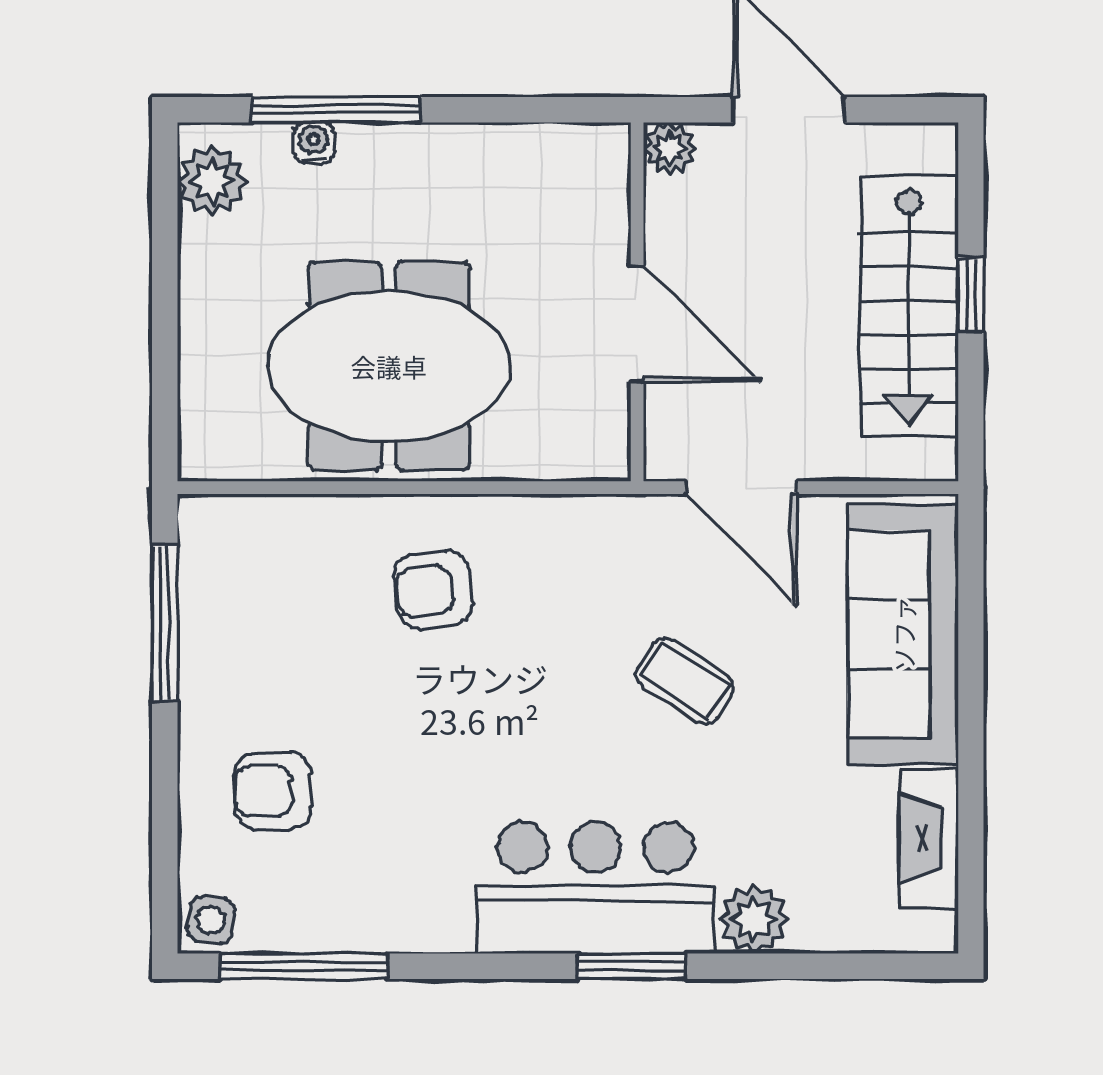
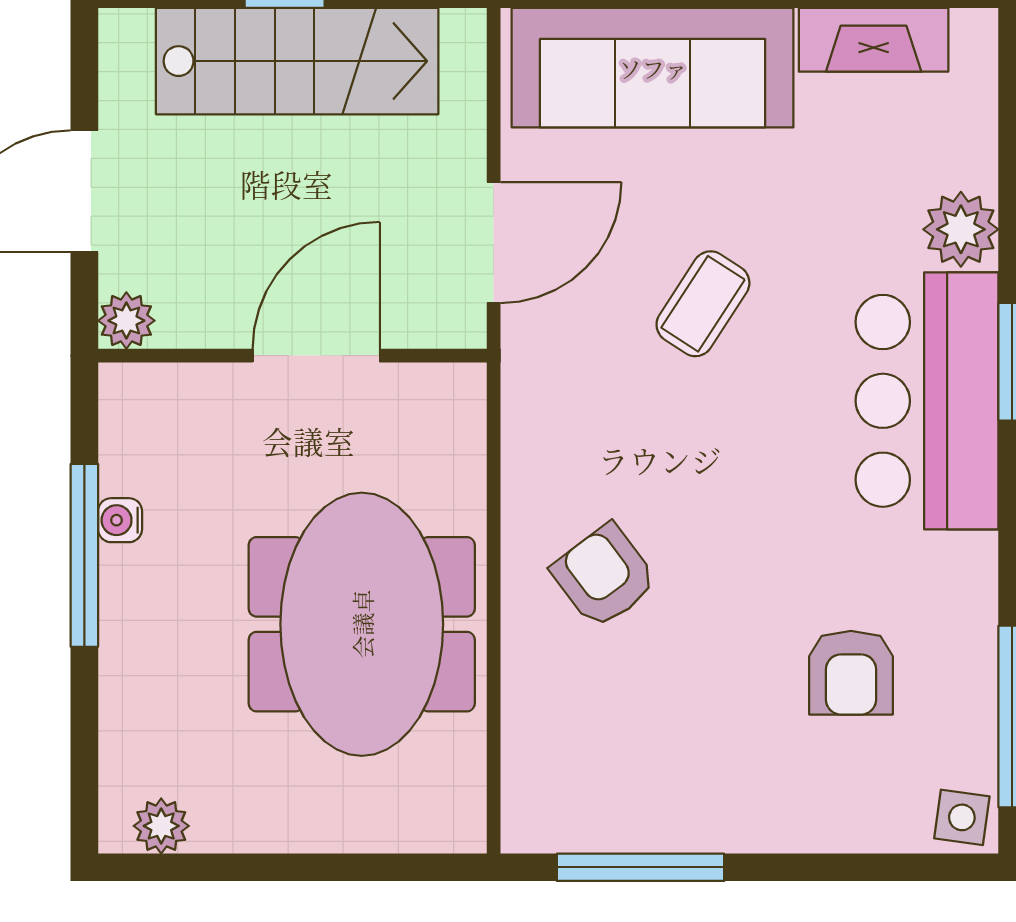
window: (336, 110) -> (84, 555), moved
water cooler: (314, 143) -> (120, 520), moved
plant: (212, 181) -> (161, 826), width x0.73, depth x0.73
armchair: (434, 590) -> (604, 576), turned 151
armchair: (273, 791) -> (851, 673), moved

